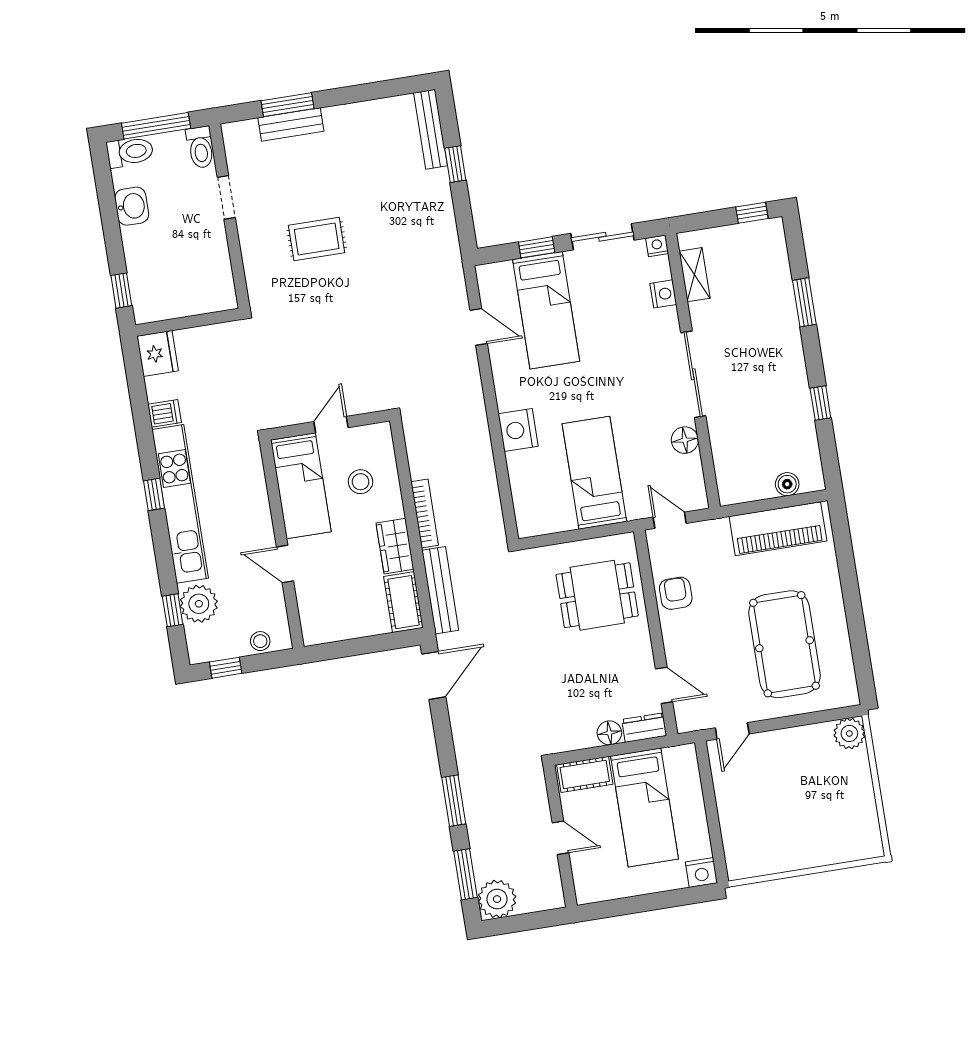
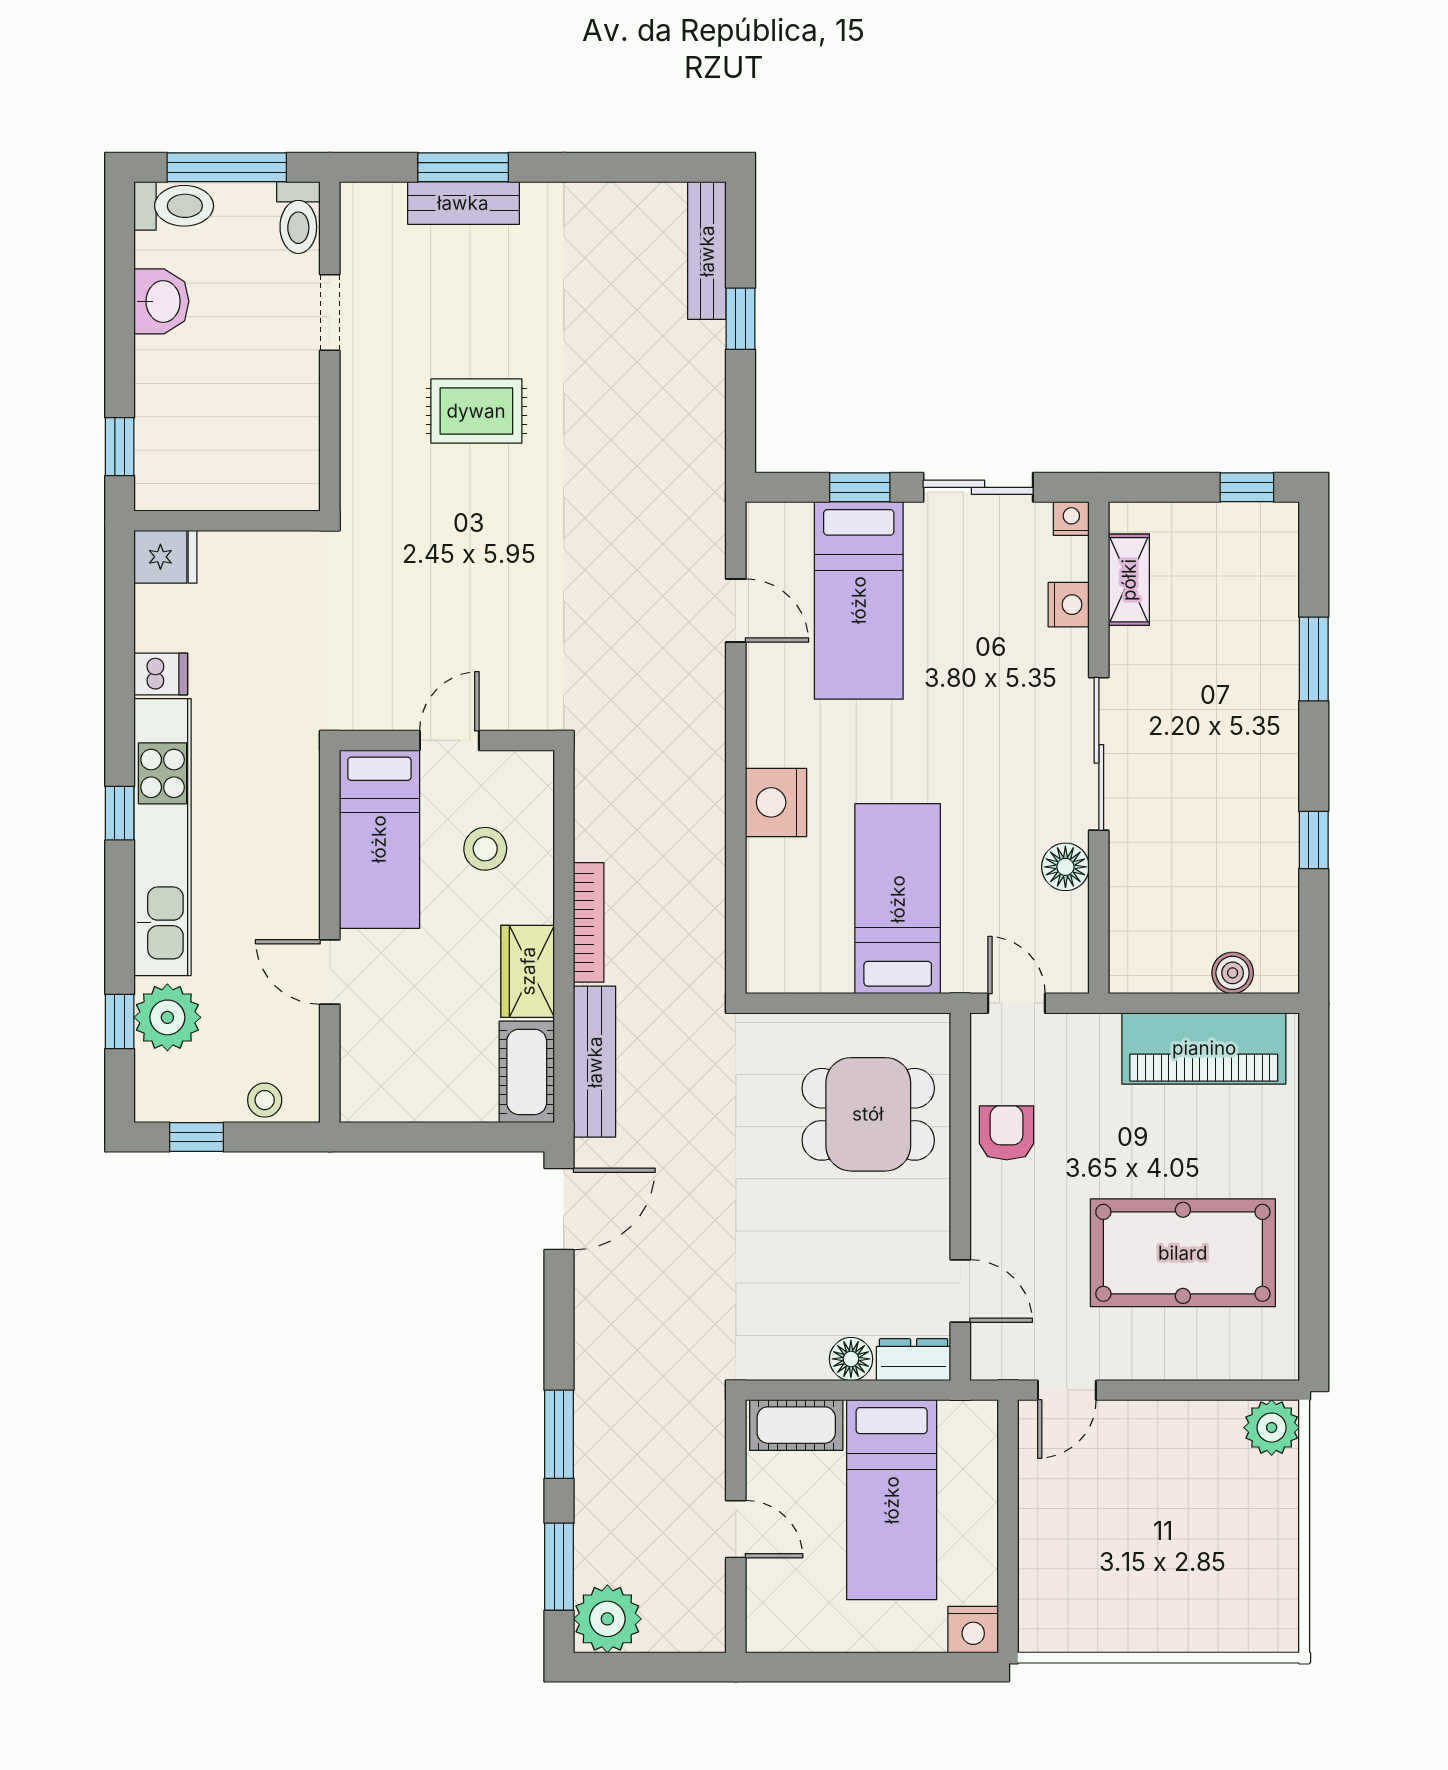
fridge: (158, 353) -> (165, 557), width x0.72
pool table: (785, 644) -> (1183, 1253), turned 90

